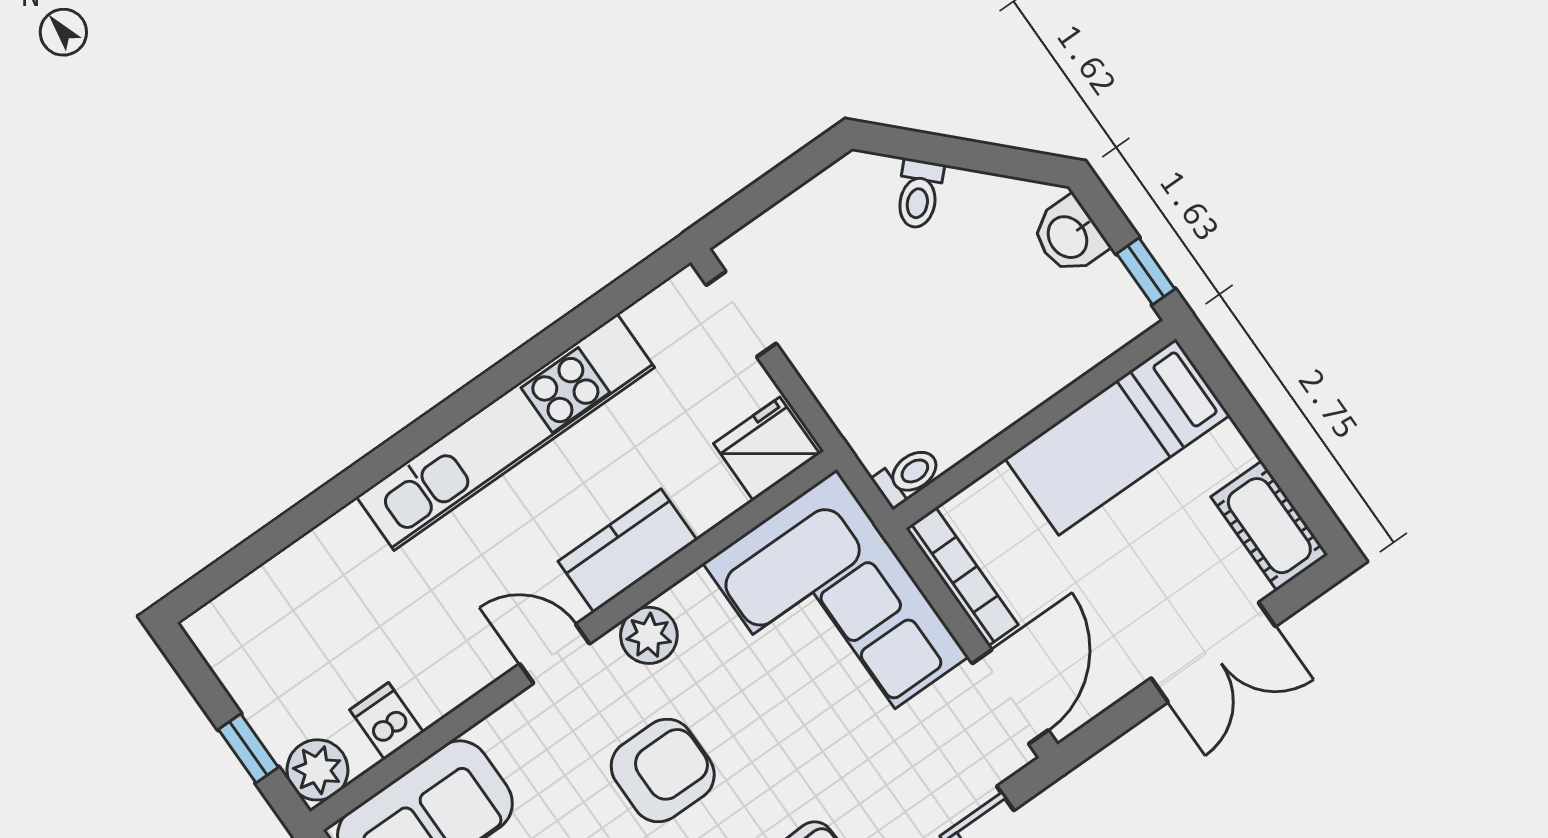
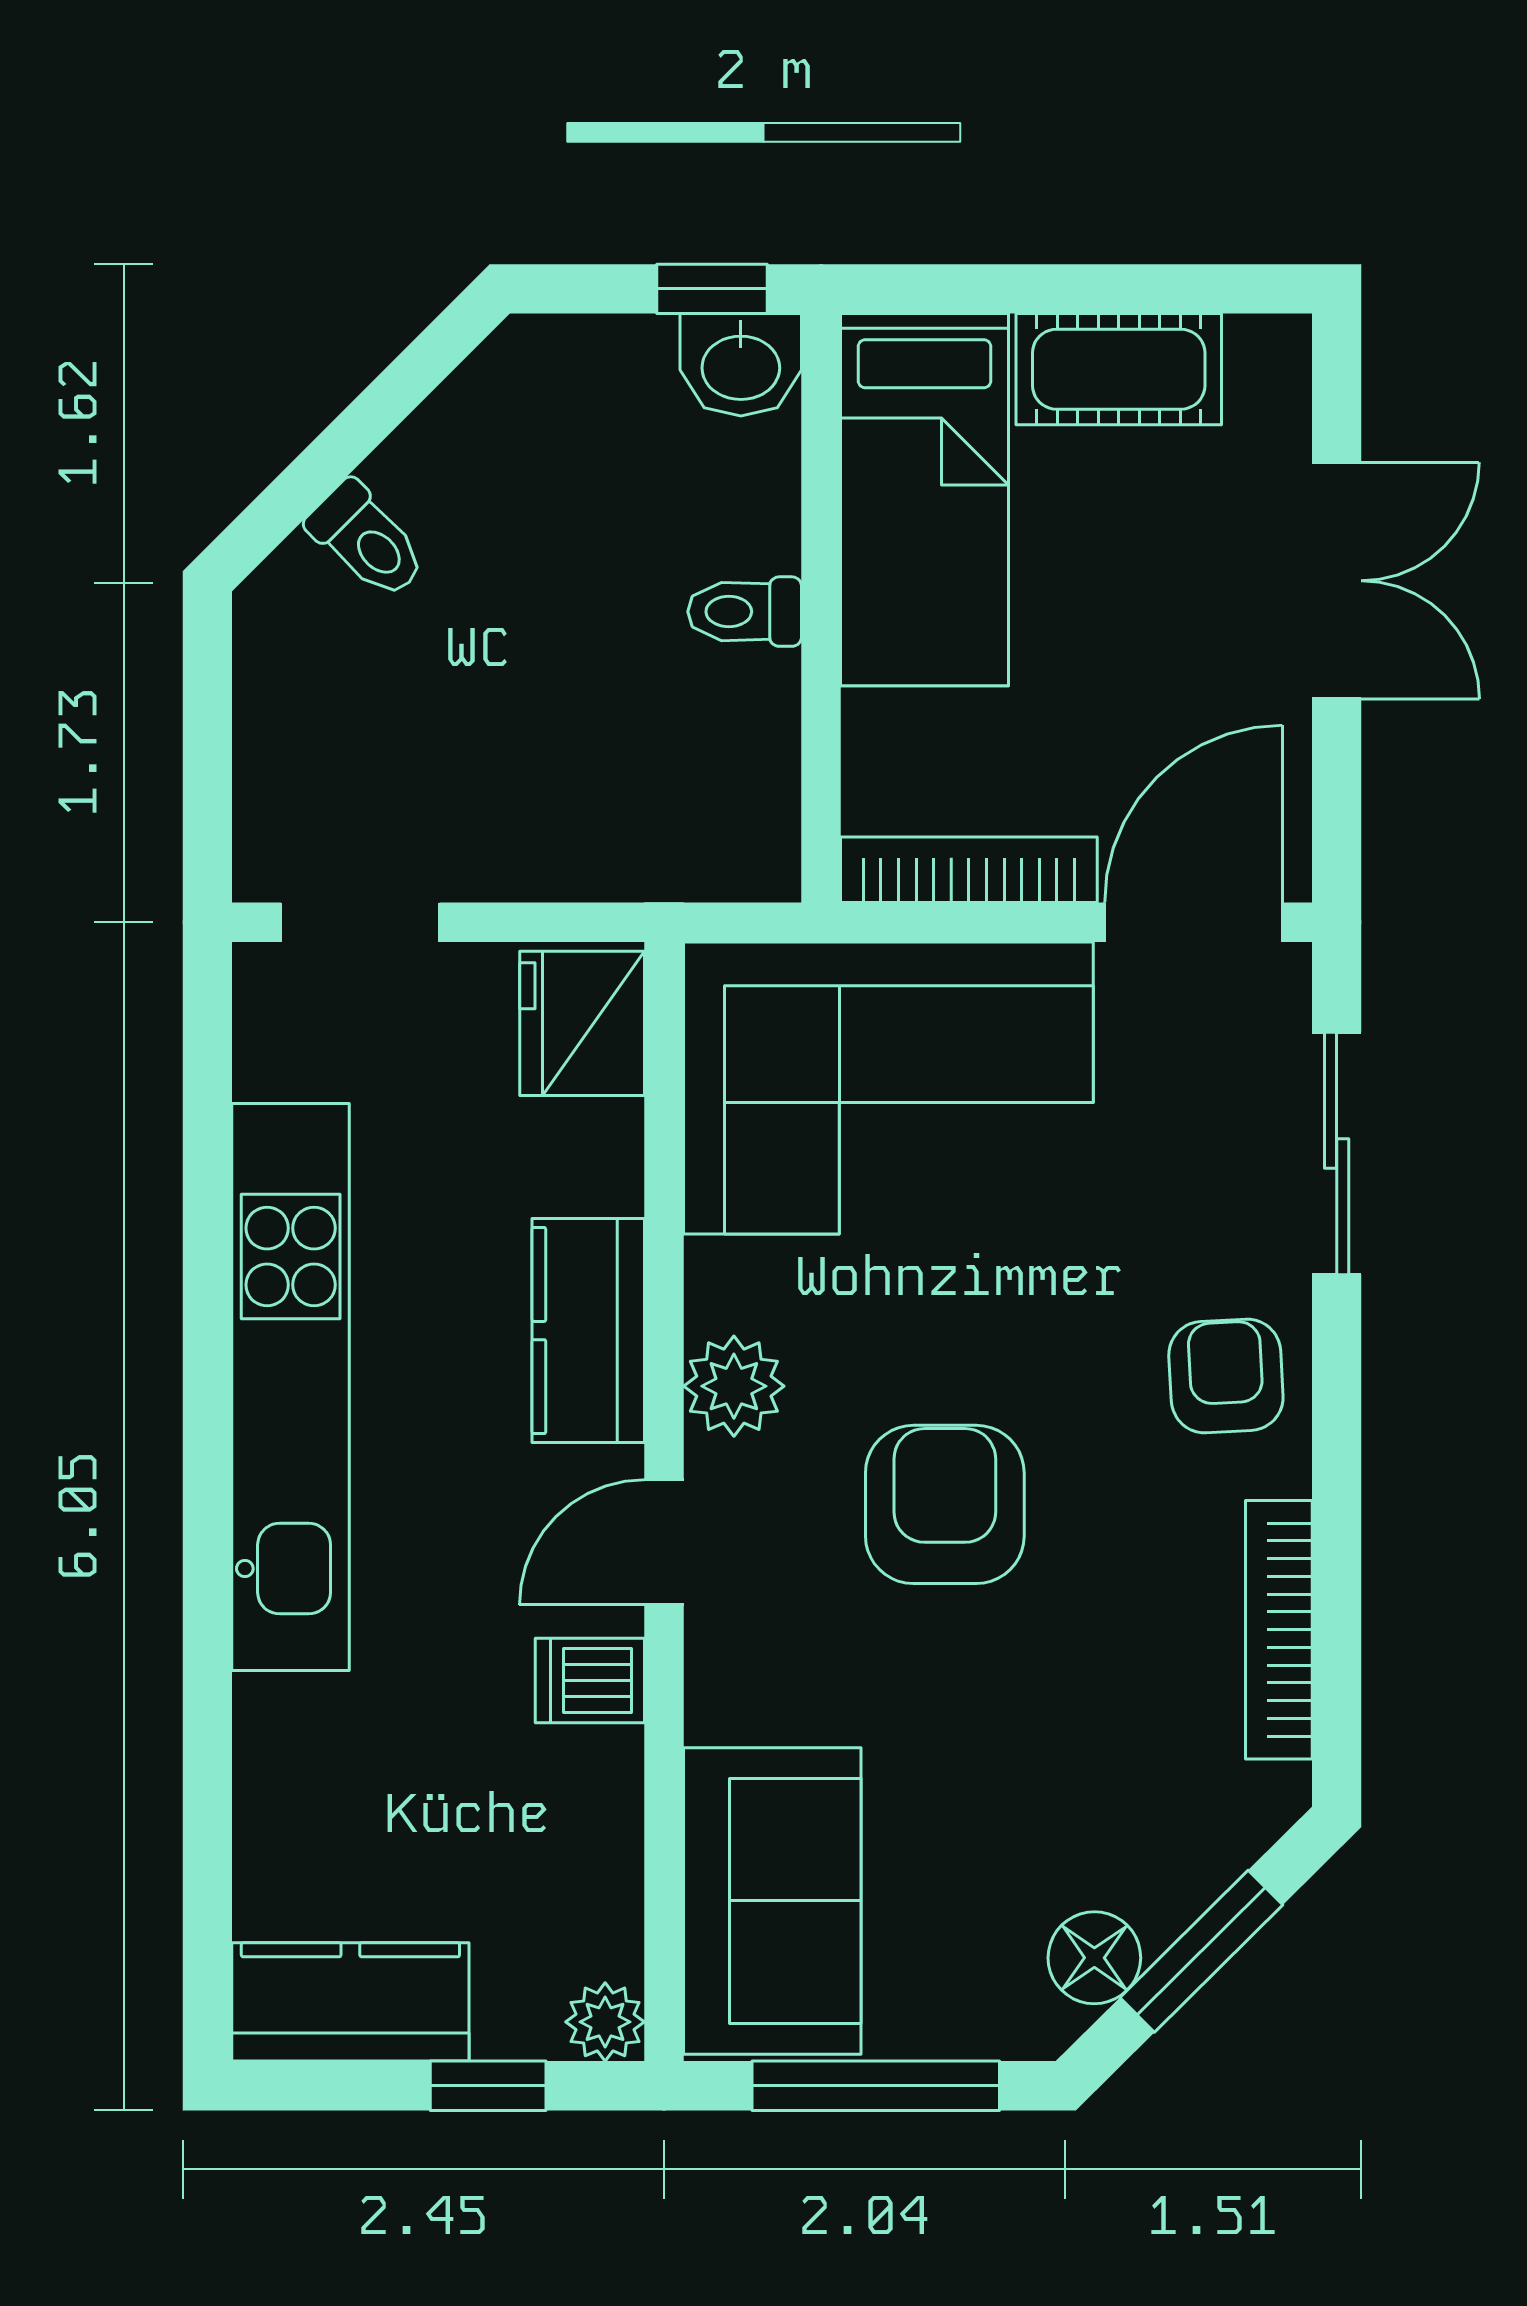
washbasin: (1069, 236) -> (741, 365), moved
toilet: (908, 476) -> (745, 612), moved, turned -90
cot: (1269, 526) -> (1119, 369), moved
kitchen counter: (242, 658) -> (350, 2002), added
door: (1010, 697) -> (1194, 922), hinge flipped
dishwasher: (387, 721) -> (590, 1680), moved
plant: (317, 770) -> (605, 2022), width x0.73, depth x0.73

